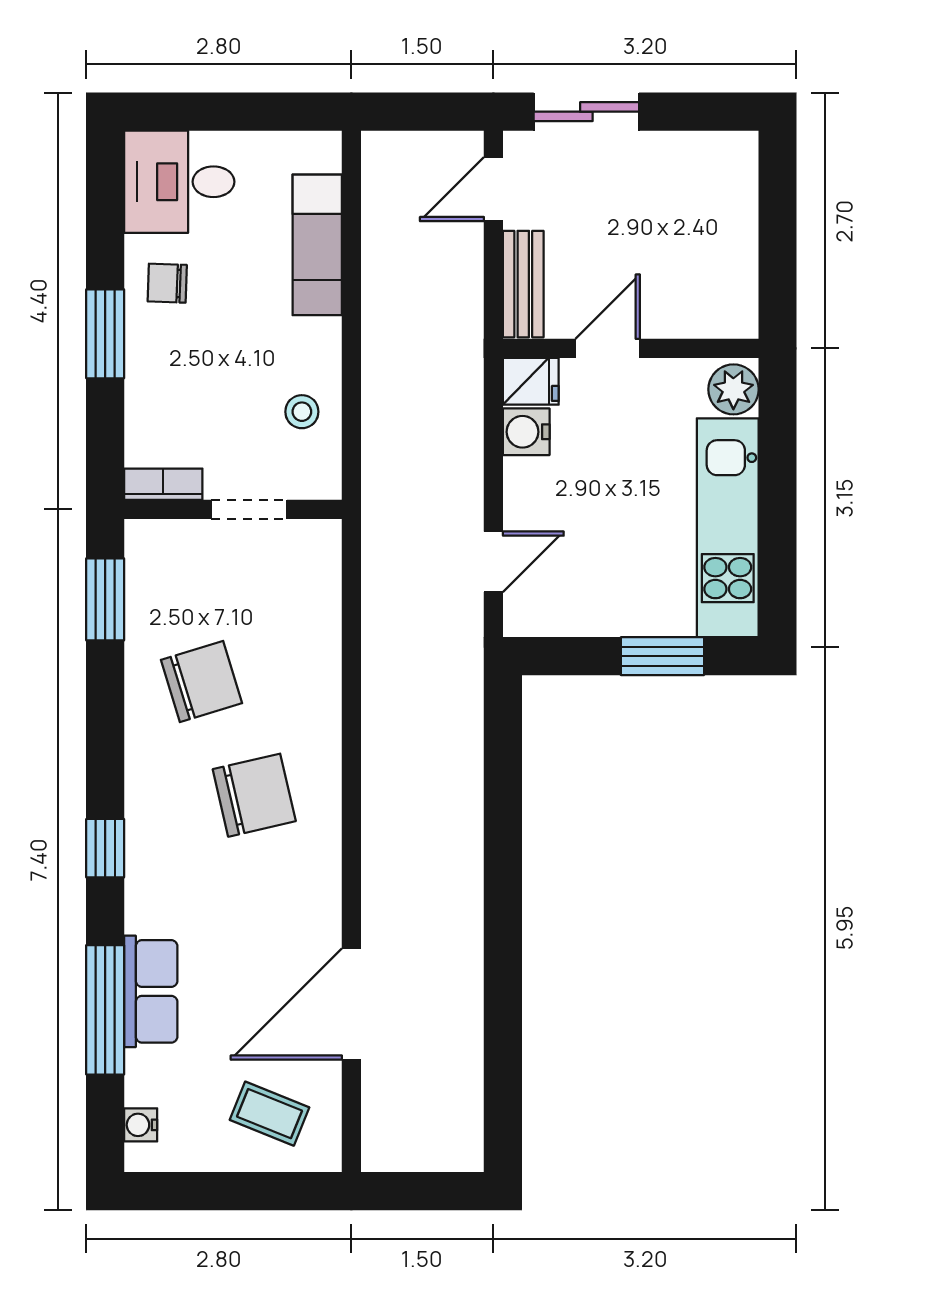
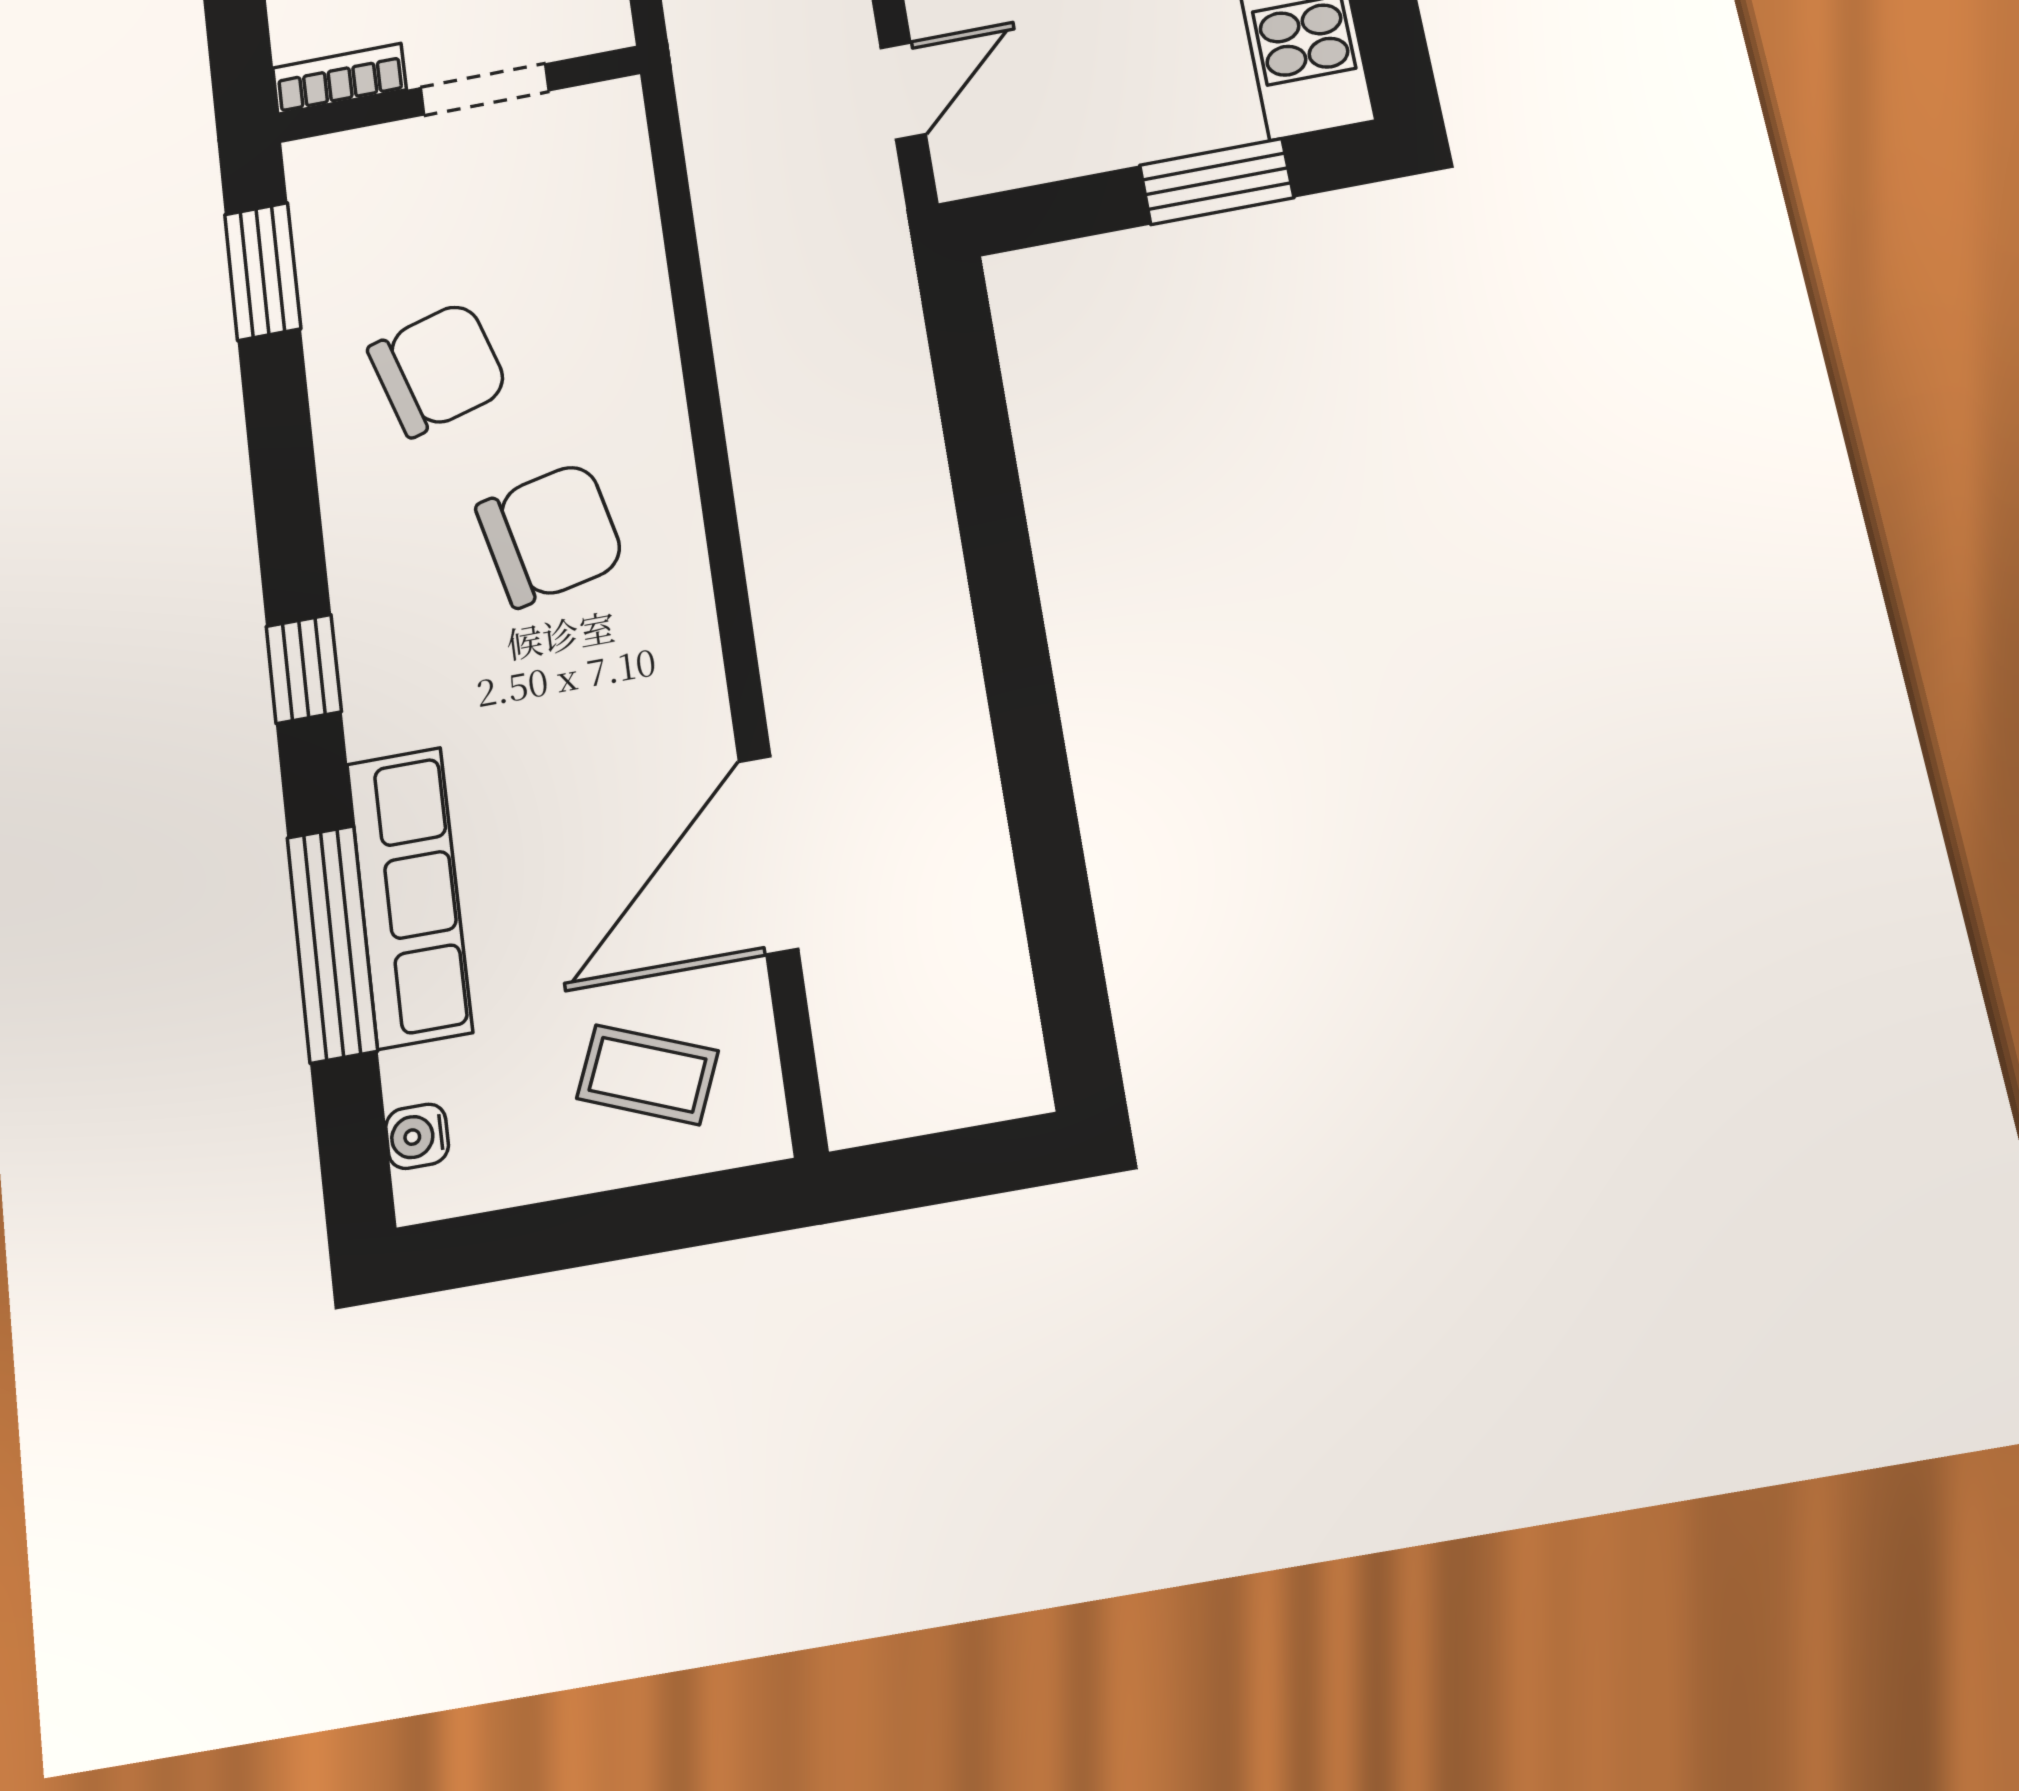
row of seats: (151, 991) -> (409, 897), width x1.48

